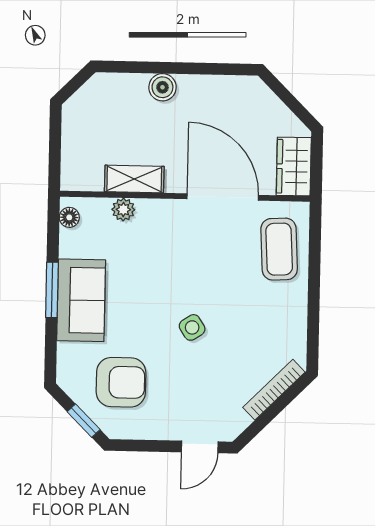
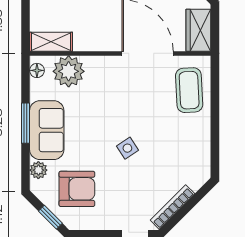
shelving: (134, 179) -> (51, 42), moved
plant: (123, 210) -> (69, 71), width x1.88, depth x1.88
plant: (69, 355) -> (38, 170), added
bookcase: (274, 390) -> (172, 207), moved

